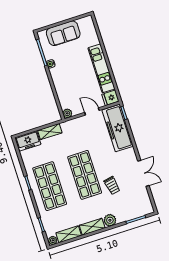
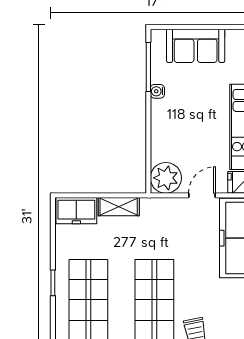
door: (92, 111) -> (202, 195), hinge flipped
plant: (67, 113) -> (166, 178), width x1.87, depth x1.87

